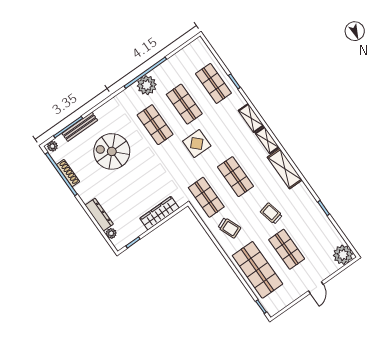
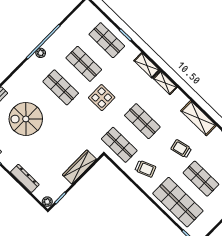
plant: (147, 85) -> (41, 53), width x0.53, depth x0.53
shelving: (285, 169) -> (199, 118), moved
plant: (111, 233) -> (47, 202), moved

